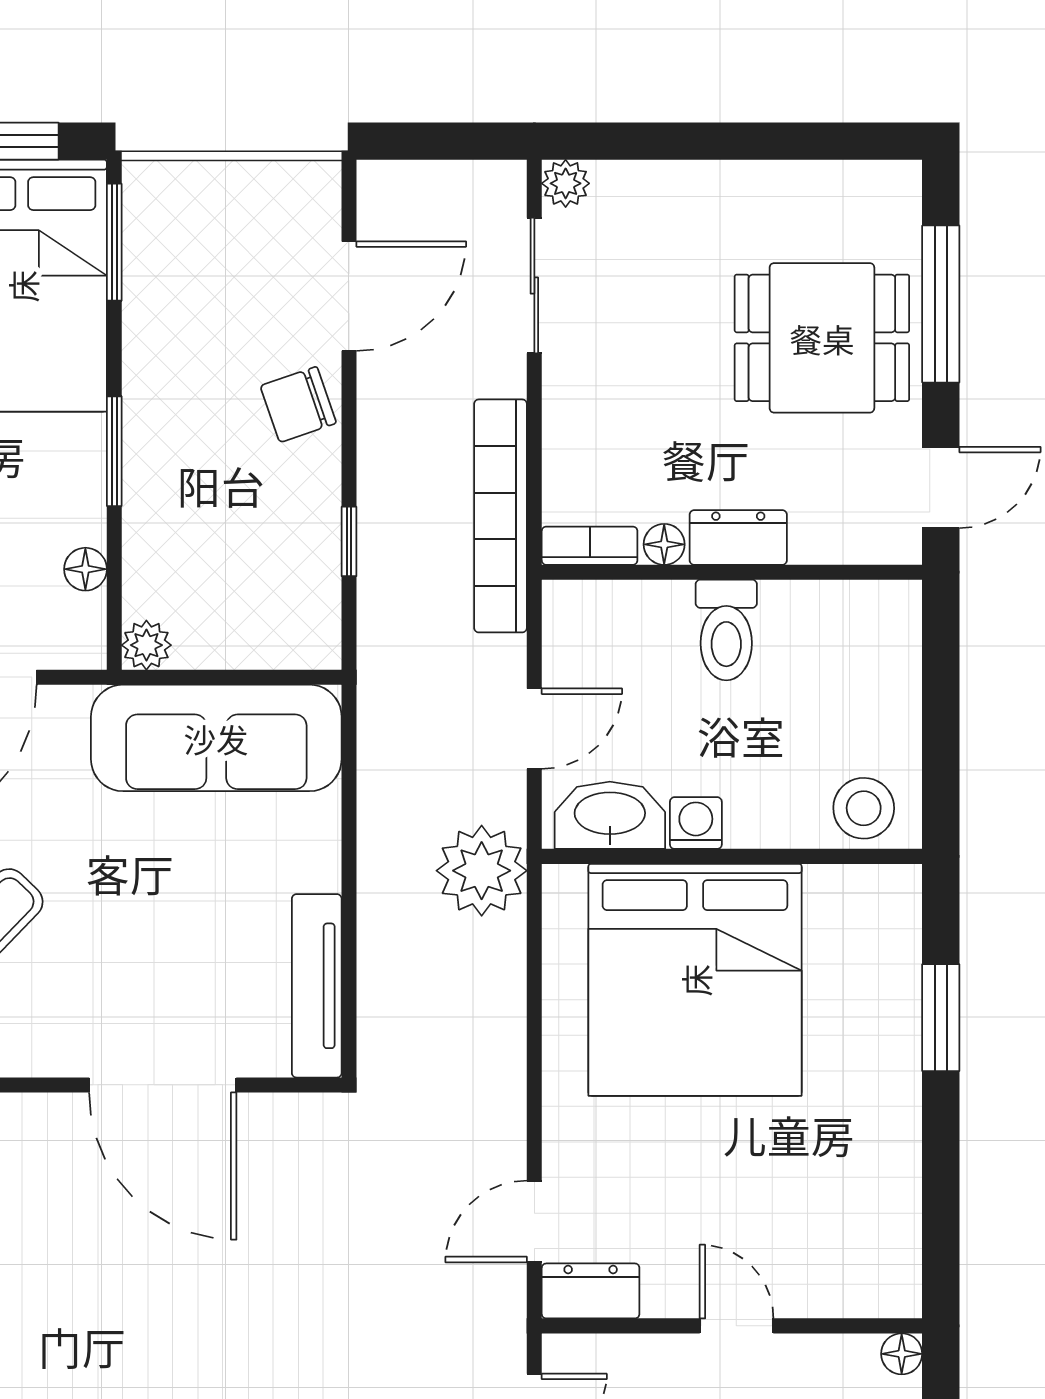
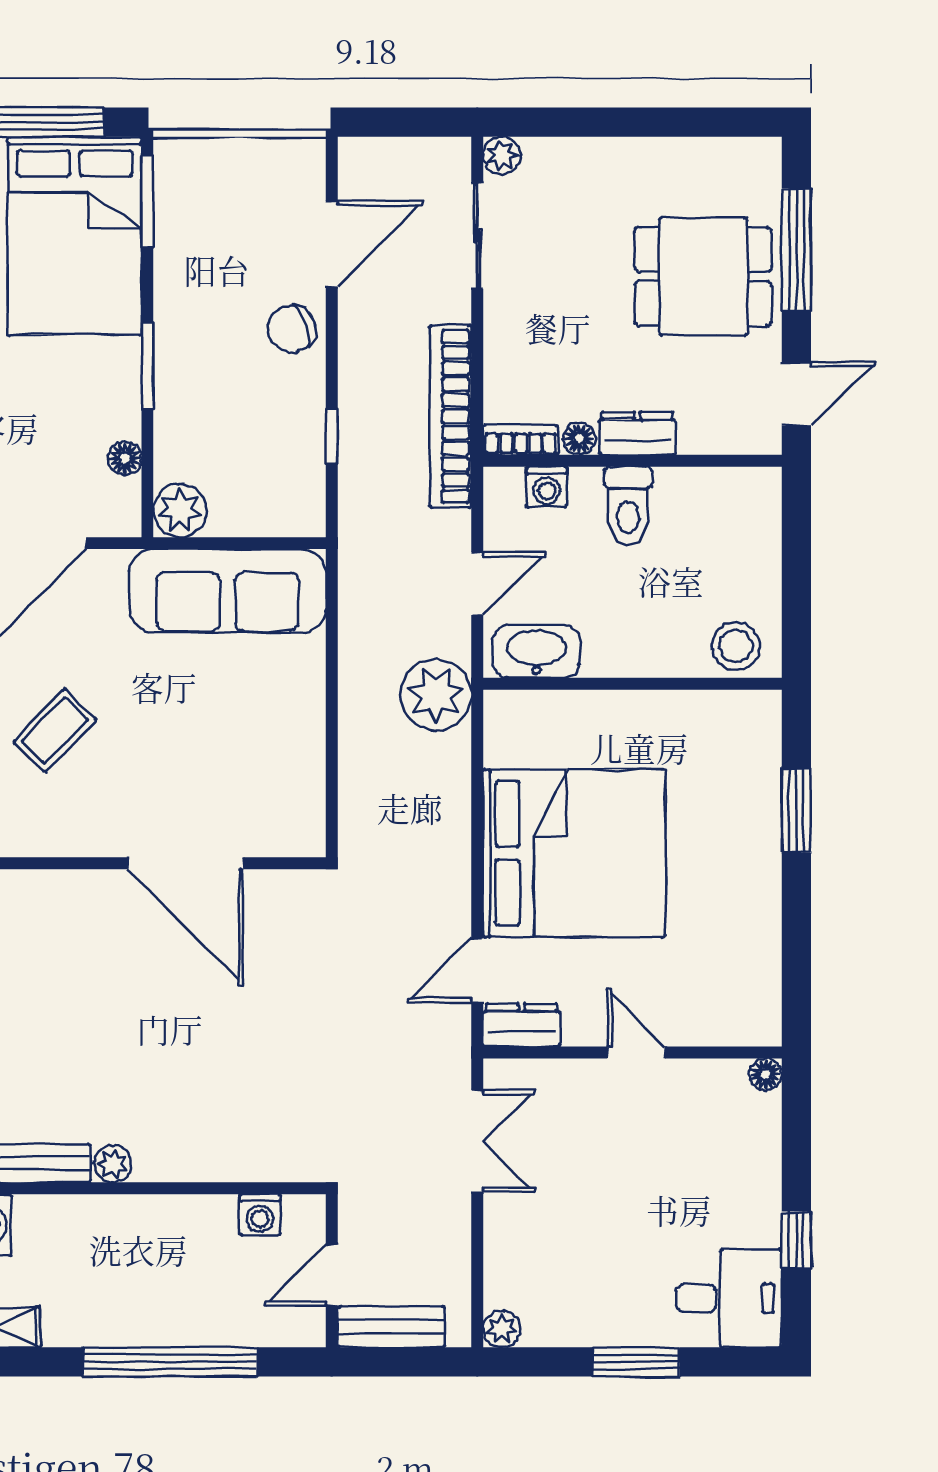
plant: (146, 645) -> (180, 511), width x1.38, depth x1.38
washing machine: (696, 823) -> (547, 487), moved, turned 180
bed: (695, 980) -> (574, 853), moved, turned -90
tv unit: (317, 986) -> (306, 785), removed

